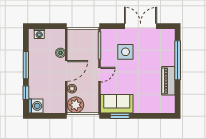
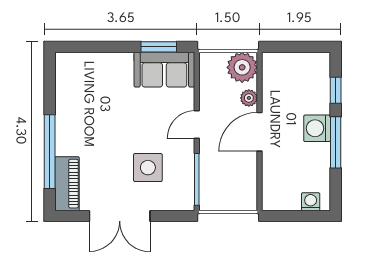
boiler: (60, 53) -> (271, 166), removed
piano: (168, 81) -> (67, 184), moved
washing machine: (36, 106) -> (317, 128), moved

